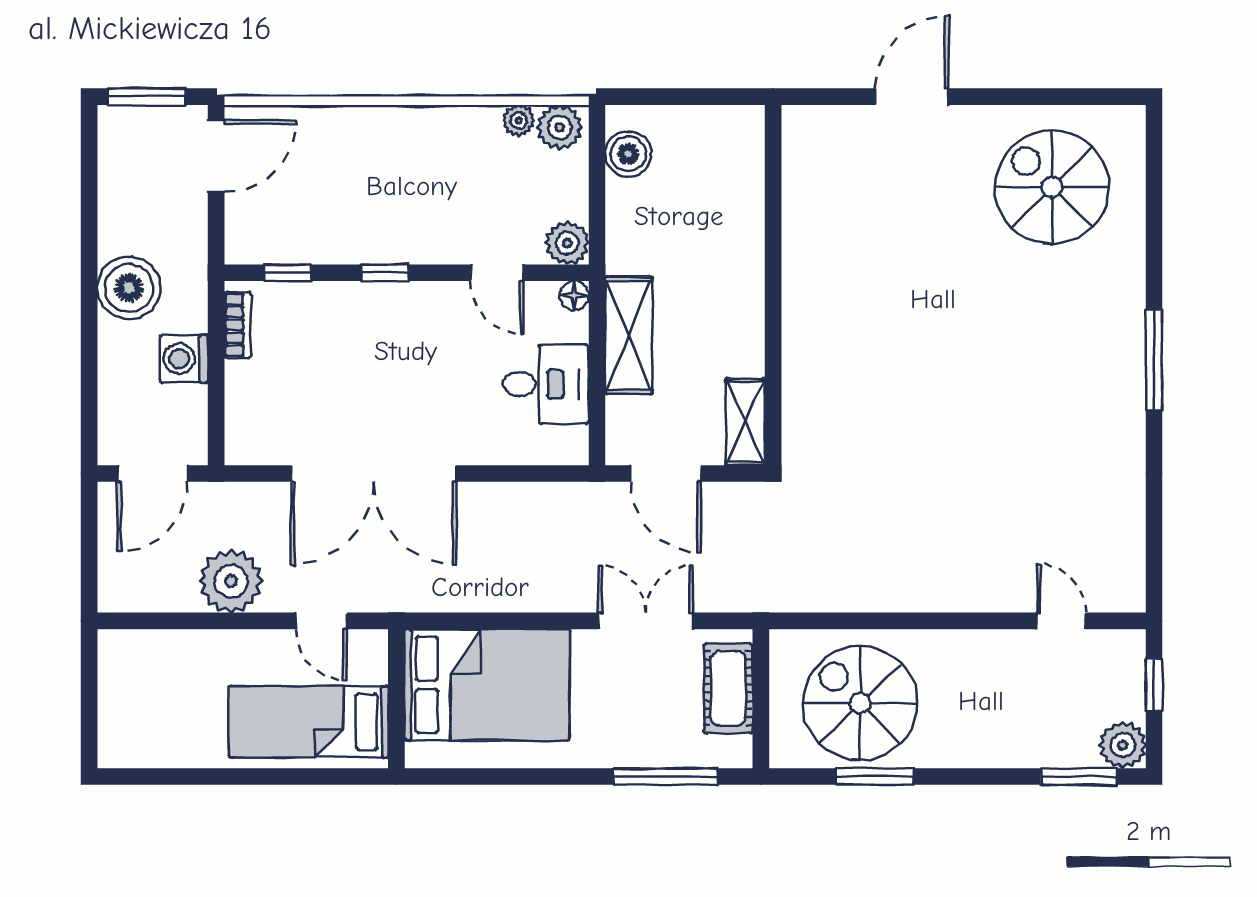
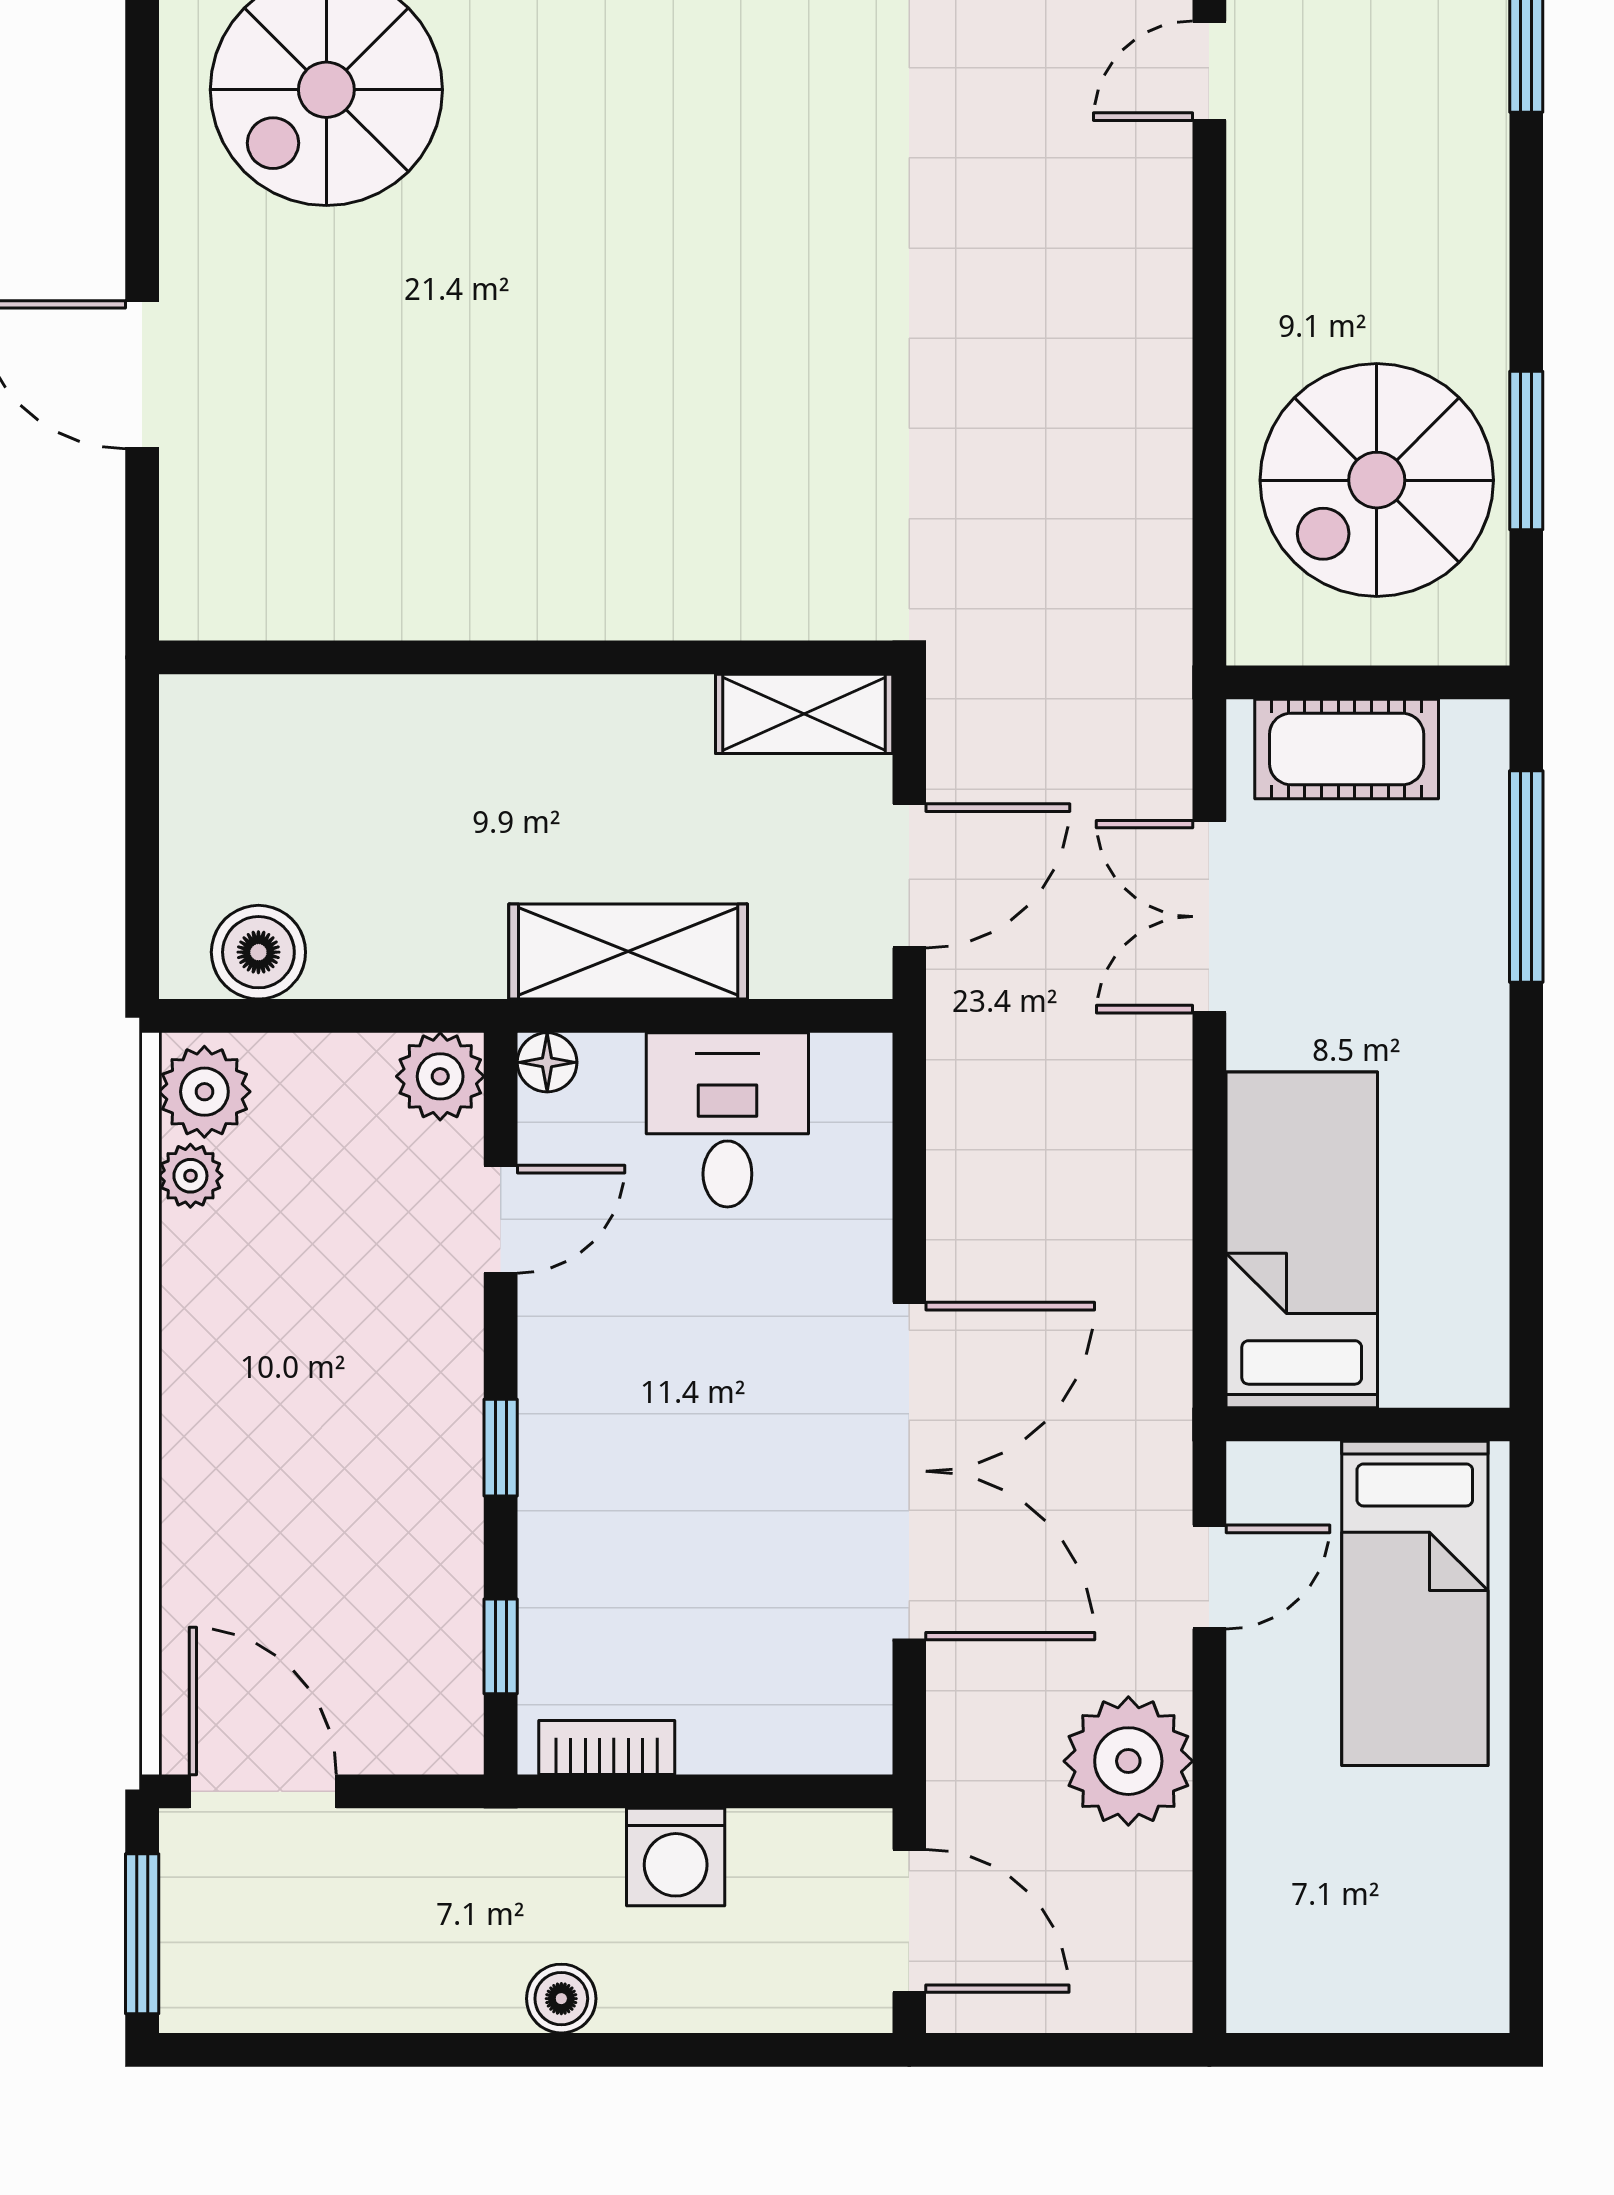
boiler: (129, 288) -> (561, 1999), width x0.54, depth x0.54
bed: (487, 685) -> (1302, 1240), width x0.67

